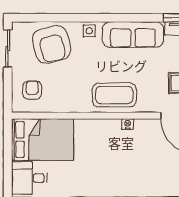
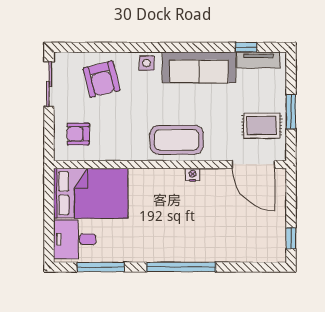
armchair: (52, 44) -> (102, 79), width x0.73, depth x0.73
armchair: (32, 90) -> (78, 134), turned -90

